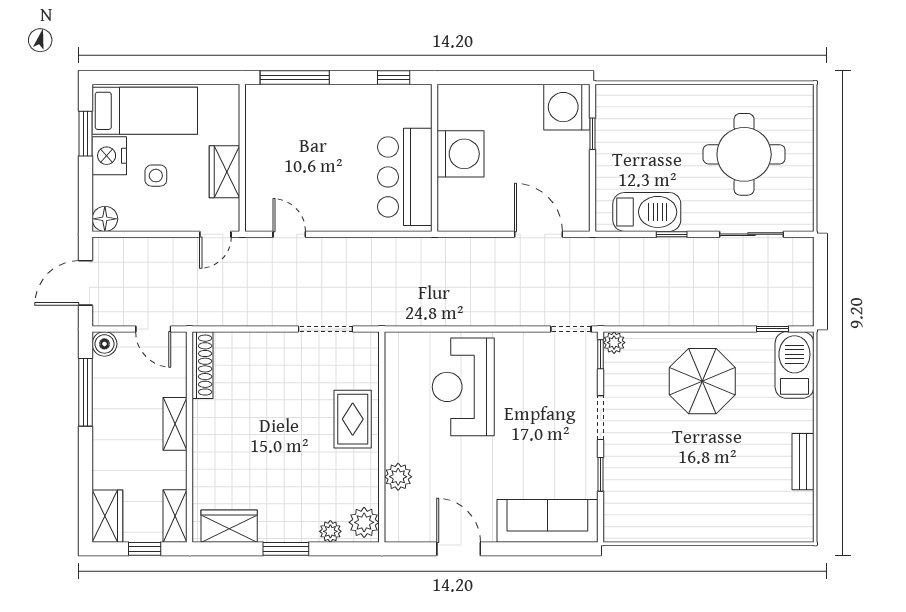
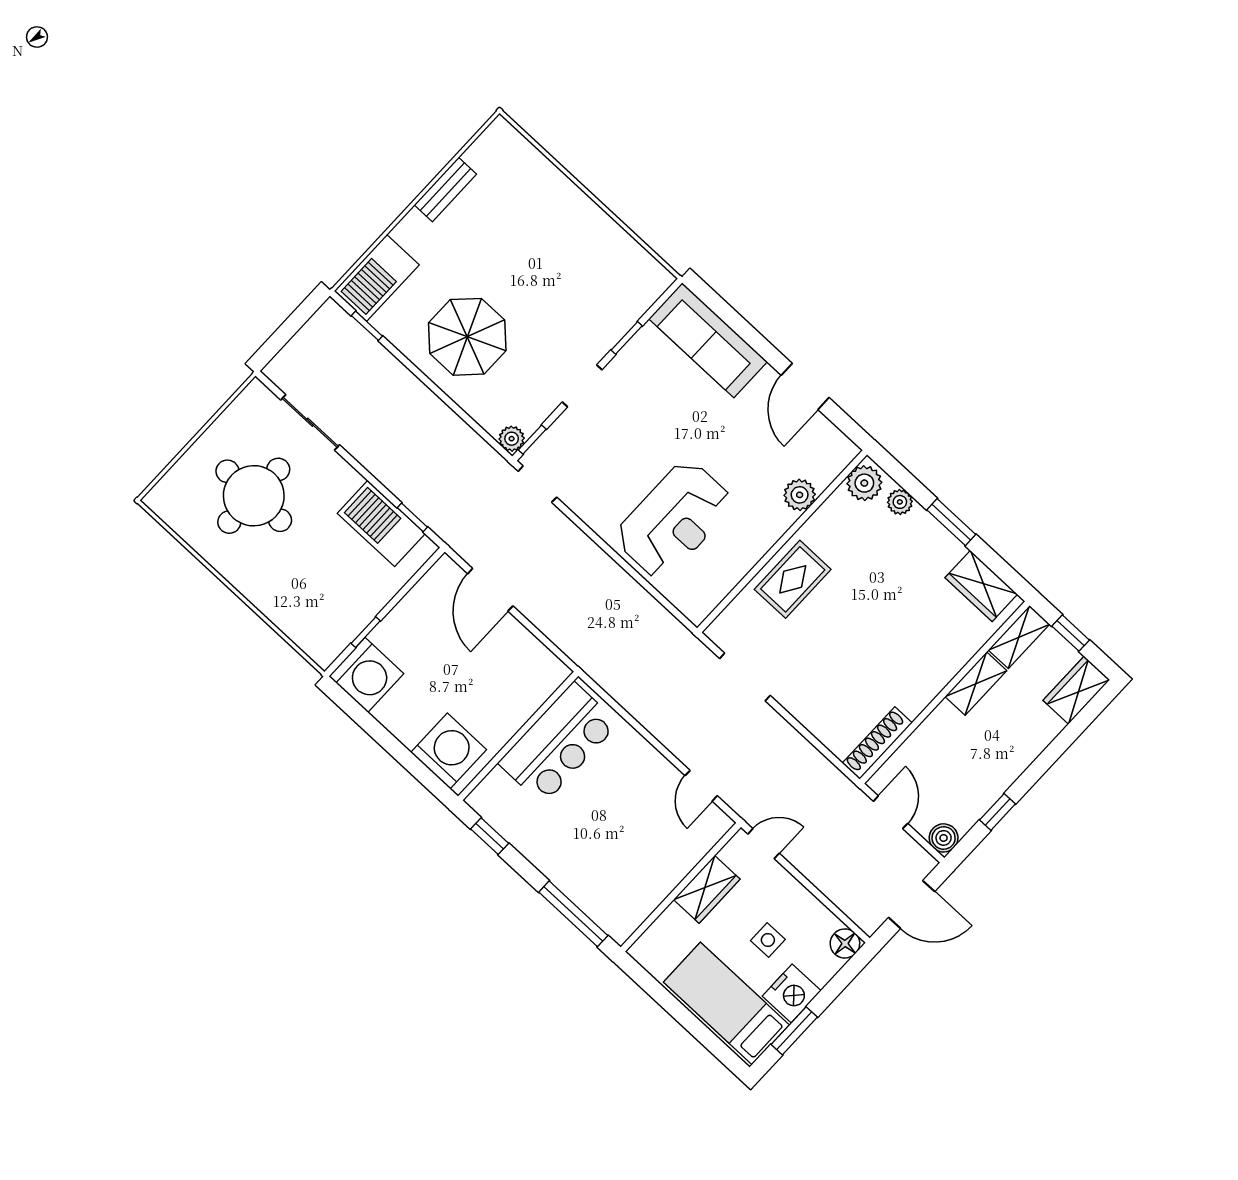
washing machine: (460, 154) -> (449, 751), moved, turned 90
window: (672, 234) -> (412, 517), moved
window: (86, 392) -> (998, 812), width x0.46
shelving: (175, 424) -> (976, 684), moved

